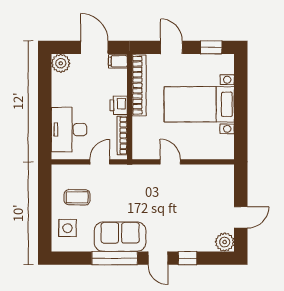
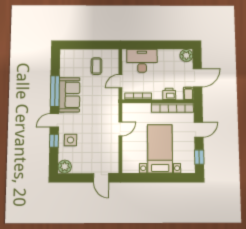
printer: (119, 105) -> (169, 94), moved
door: (100, 162) -> (120, 81), swing flipped
door: (241, 217) -> (101, 178), moved
side table: (68, 228) -> (70, 140), moved

